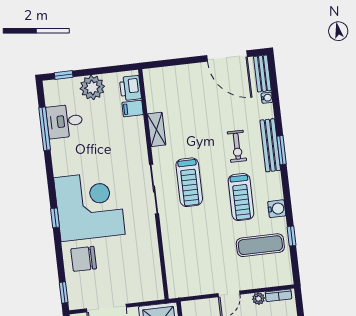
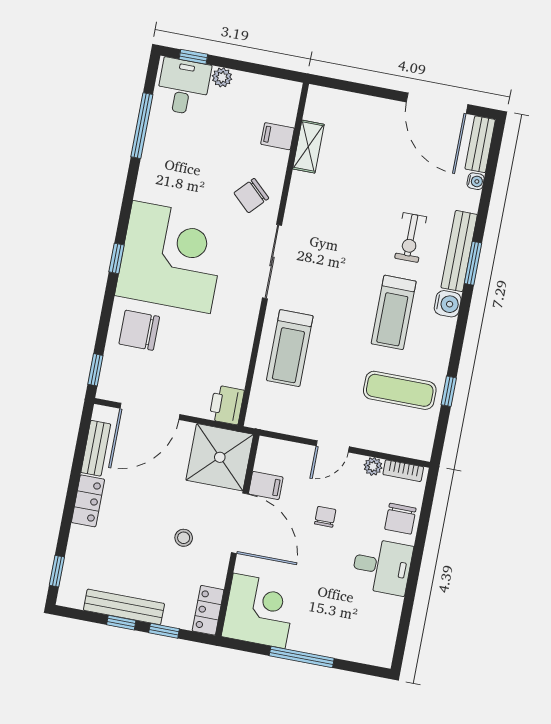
plant: (92, 87) -> (222, 77), width x0.53, depth x0.53
printer: (130, 88) -> (227, 405), moved
desk: (65, 121) -> (183, 87), moved, turned 90
shelving: (157, 129) -> (308, 147), moved
chair: (128, 151) -> (251, 196), added
treadmill: (189, 182) -> (290, 348), moved
water cooler: (277, 209) -> (448, 304), moved

